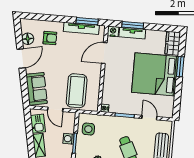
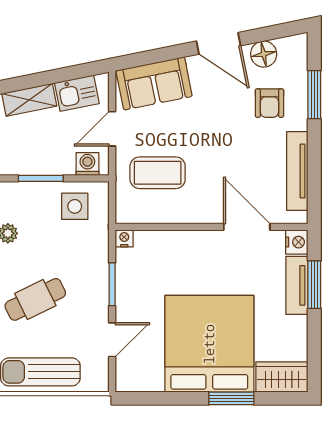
window: (87, 21) -> (314, 95), moved
coffee table: (77, 91) -> (158, 173), width x0.73, depth x0.76
washing machine: (68, 139) -> (87, 164), moved

